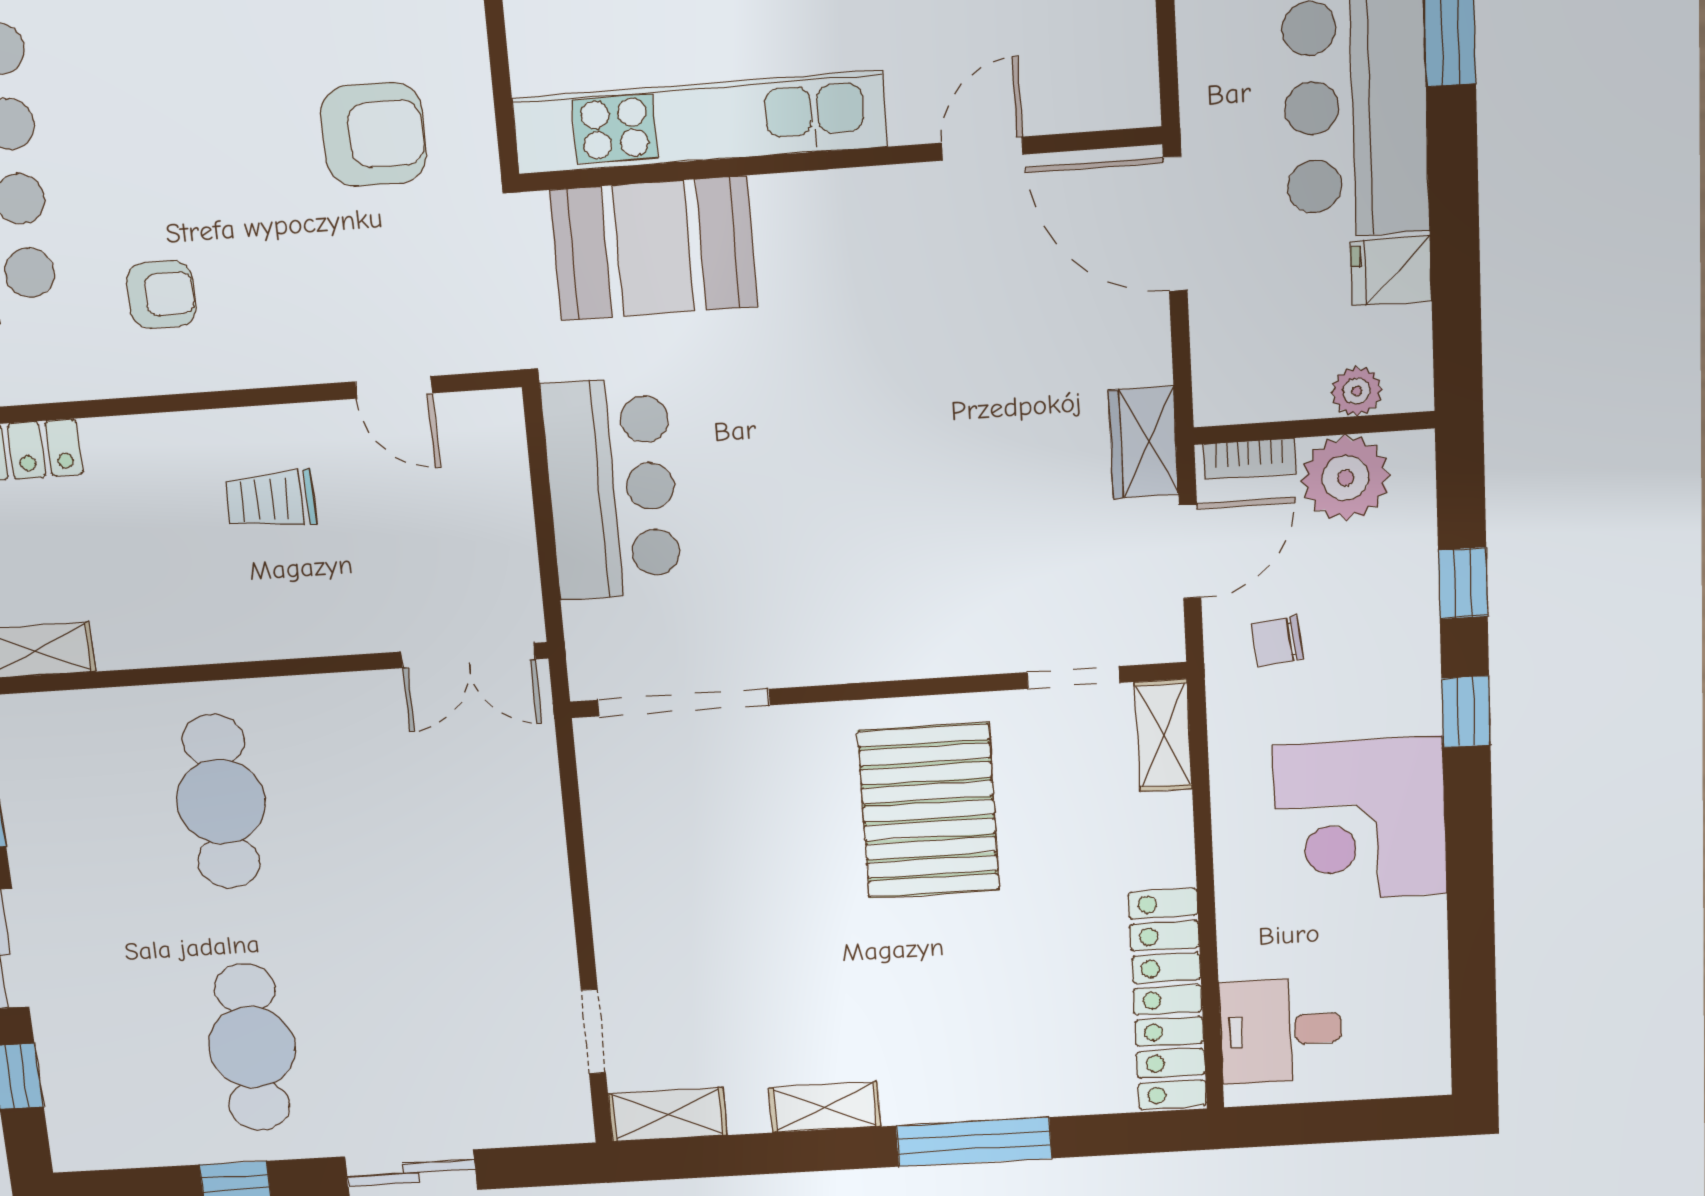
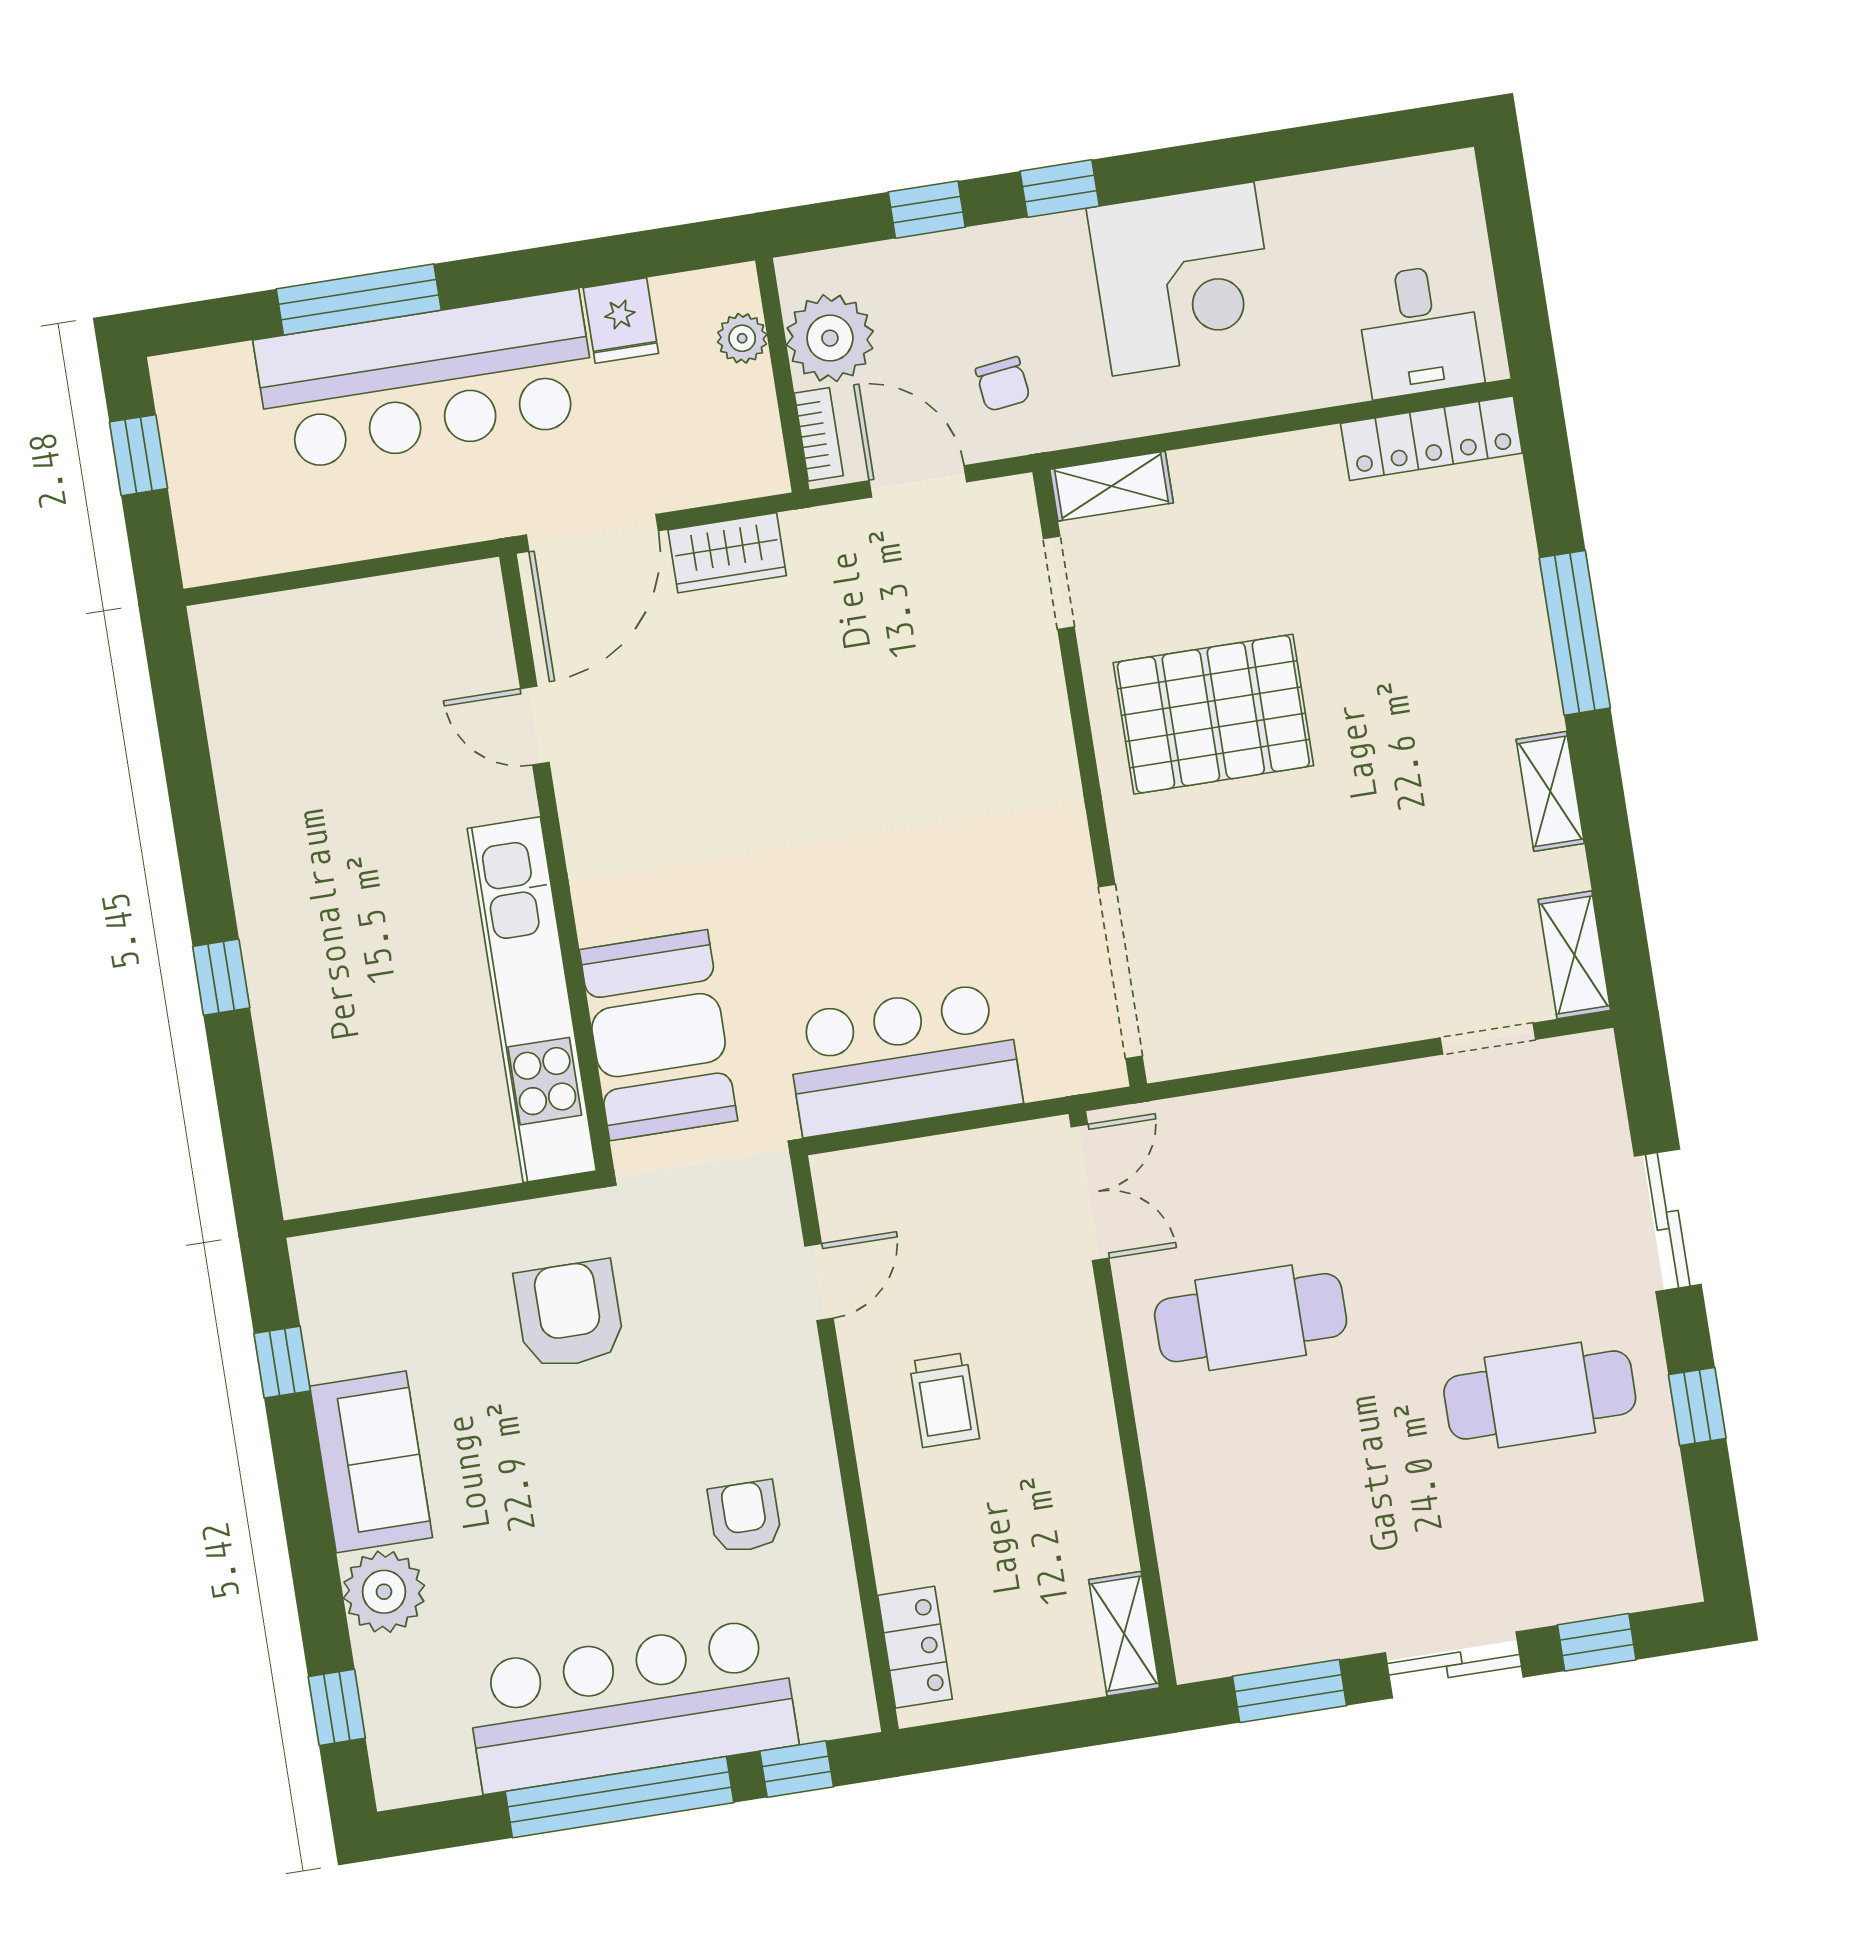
wardrobe: (1143, 442) -> (727, 553), moved
cafe table: (221, 802) -> (1251, 1318), moved
locker: (1168, 1000) -> (1431, 438), width x0.71, depth x0.83

